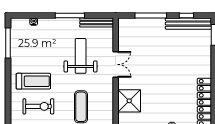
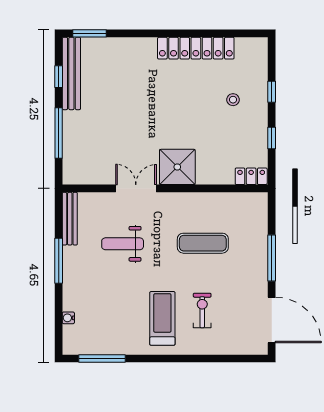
weight bench: (81, 56) -> (123, 244), width x0.73, depth x0.75
shower: (129, 101) -> (177, 167), moved
exercise bike: (38, 106) -> (202, 310), width x0.73, depth x0.72

